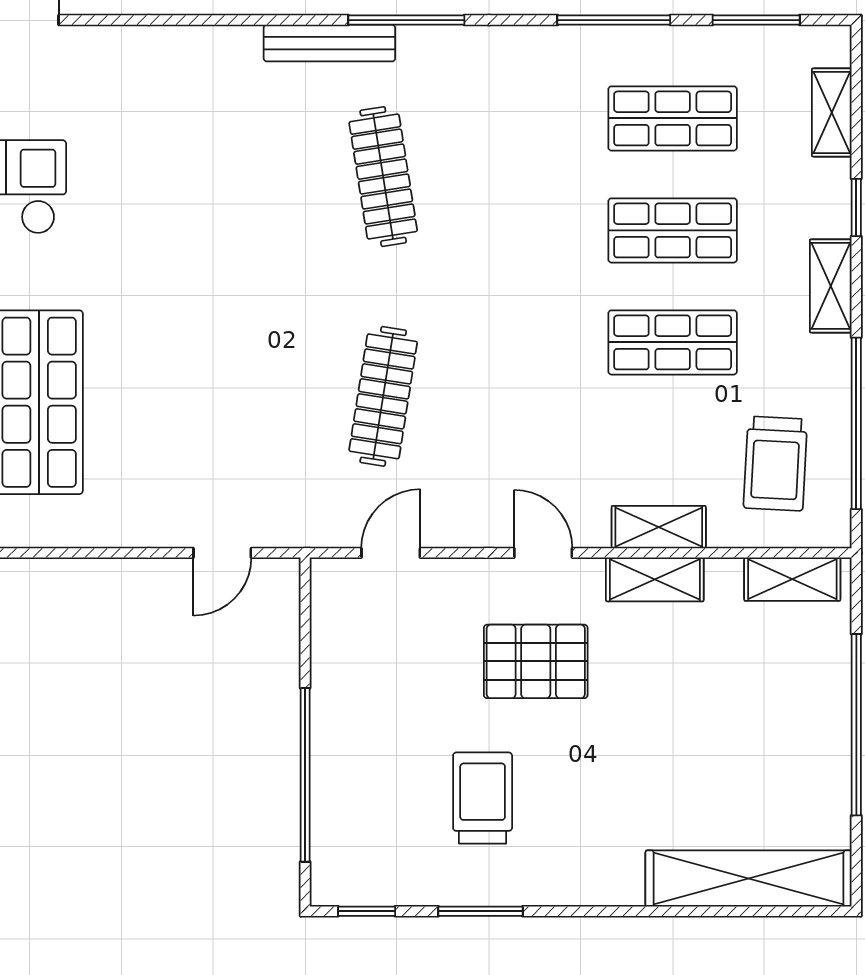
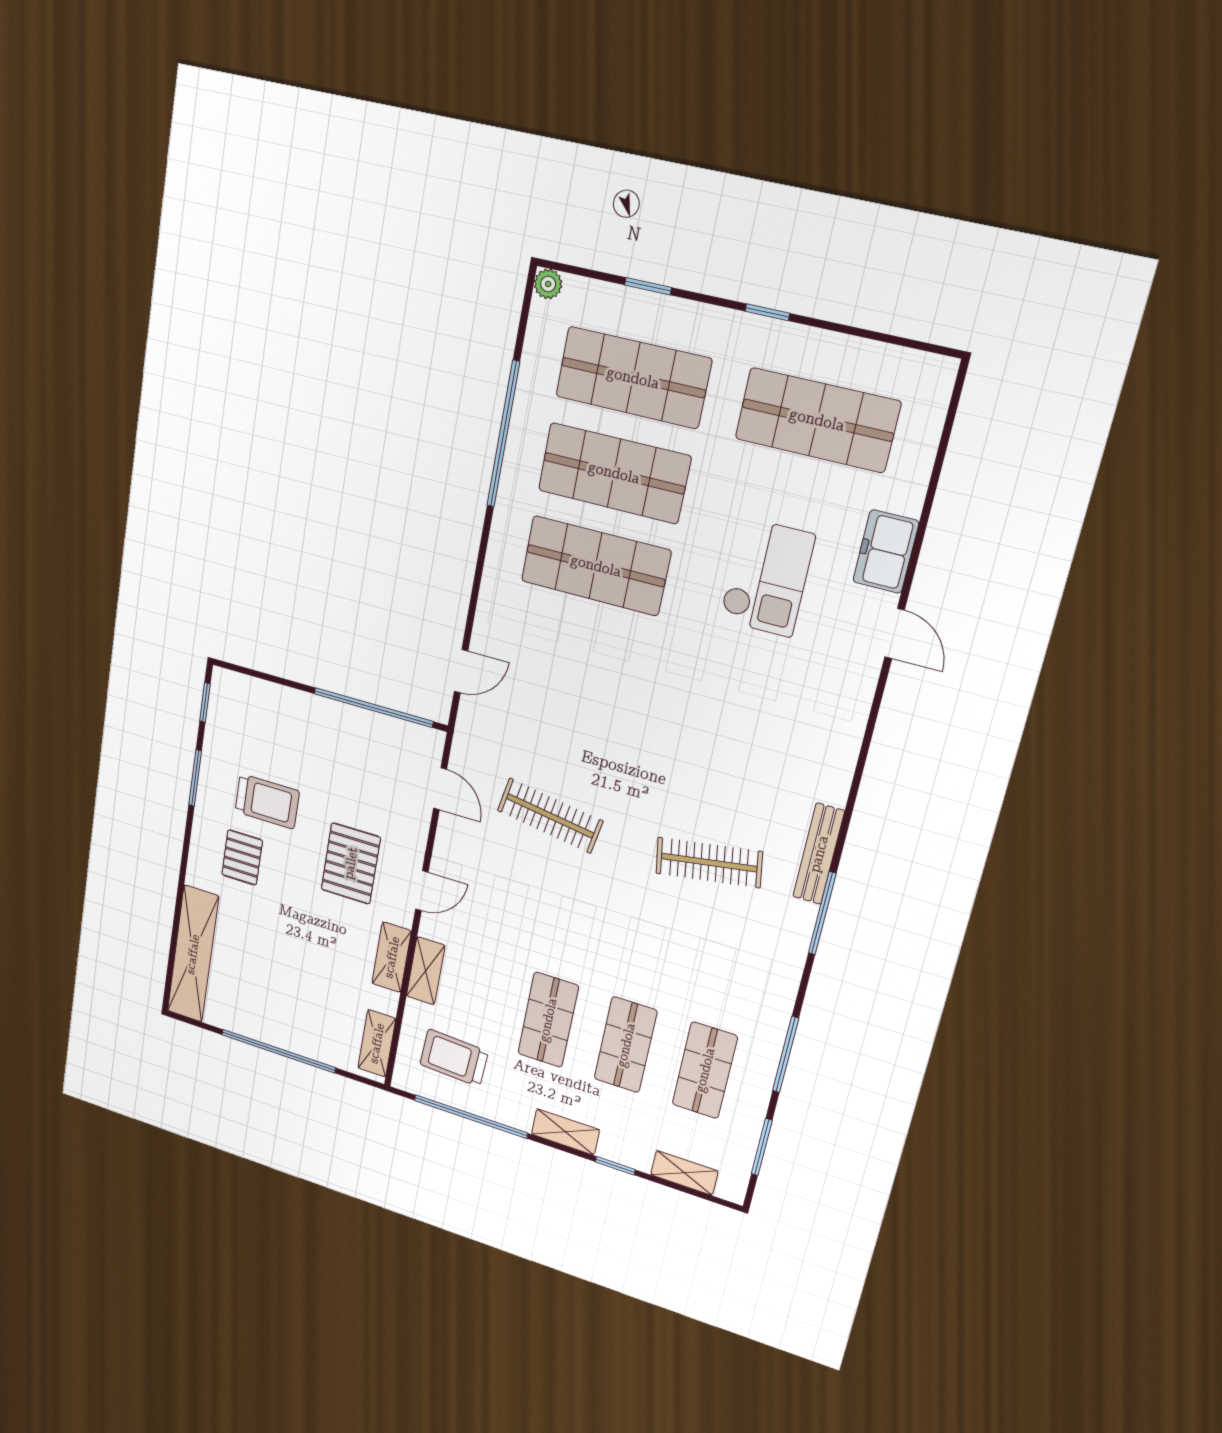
door: (222, 553) -> (461, 671), swing flipped
window: (305, 775) -> (373, 708), moved
pallet: (577, 823) -> (242, 857), added

